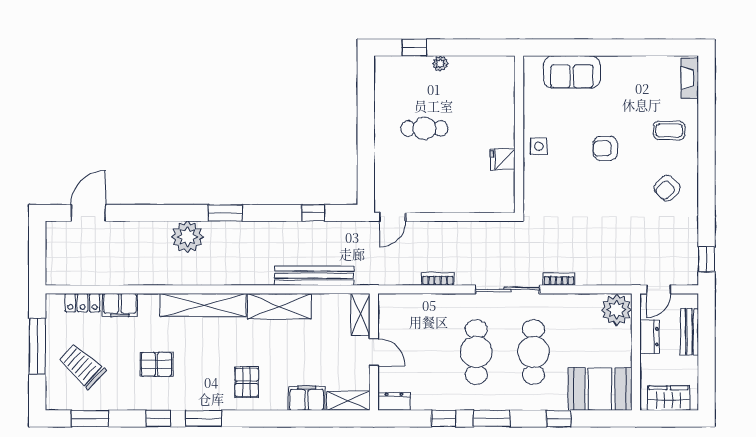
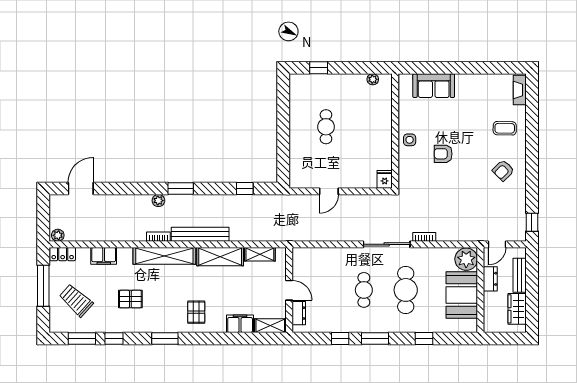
plant: (440, 63) -> (373, 79), moved
cafe table: (424, 128) -> (326, 127), turned 90
armchair: (605, 148) -> (443, 154), moved
fridge: (503, 159) -> (385, 179), moved, turned 90
door: (393, 217) -> (329, 191), moved
plant: (187, 237) -> (158, 201), width x0.53, depth x0.53
bench: (314, 276) -> (200, 234), moved
plant: (57, 277) -> (58, 235), added
bookcase: (438, 279) -> (158, 237), moved
locker: (83, 303) -> (63, 254), moved
shelving: (360, 314) -> (260, 254), moved, turned 90
cafe table: (476, 352) -> (364, 290), width x0.73, depth x0.74
booth: (600, 389) -> (462, 295), moved, turned 90
wardrobe: (669, 398) -> (517, 309), moved, turned -90
dresser: (394, 401) -> (299, 313), moved, turned 90
window: (158, 418) -> (114, 339), moved

